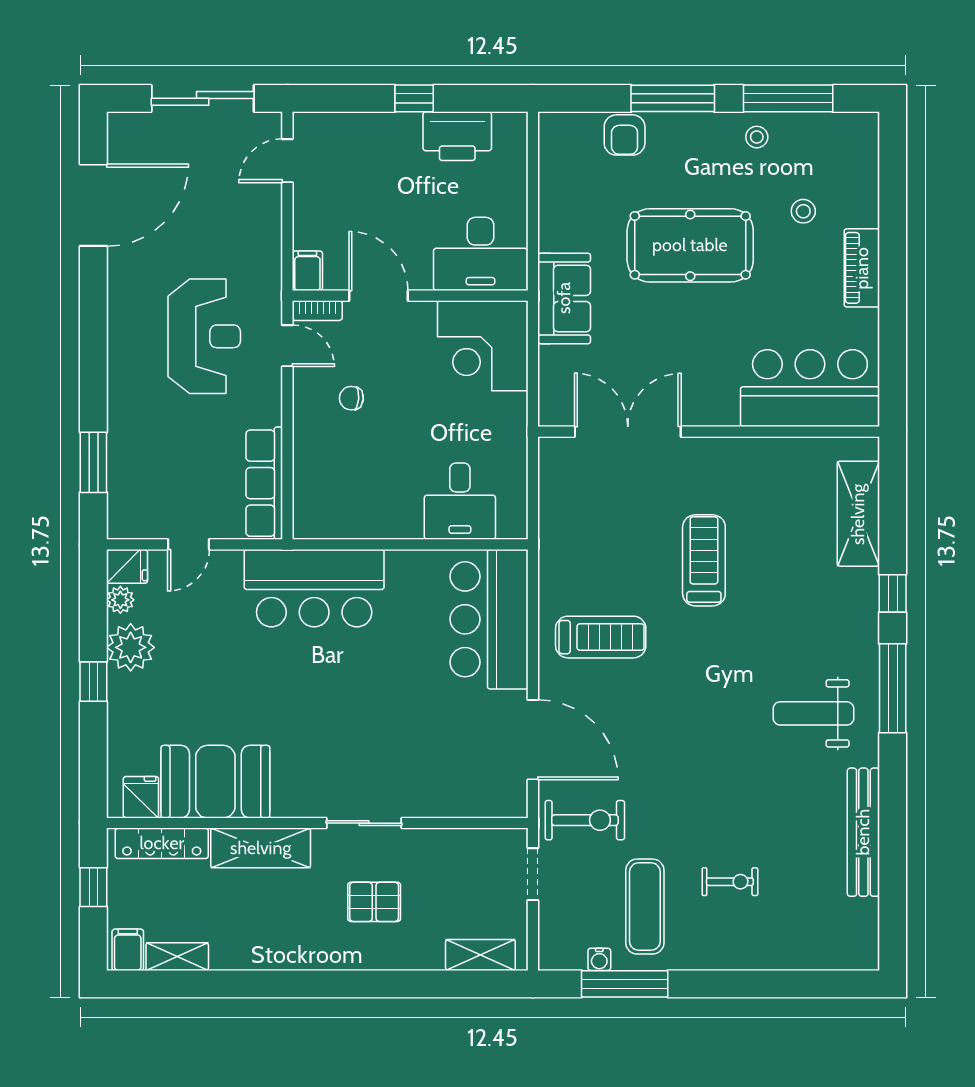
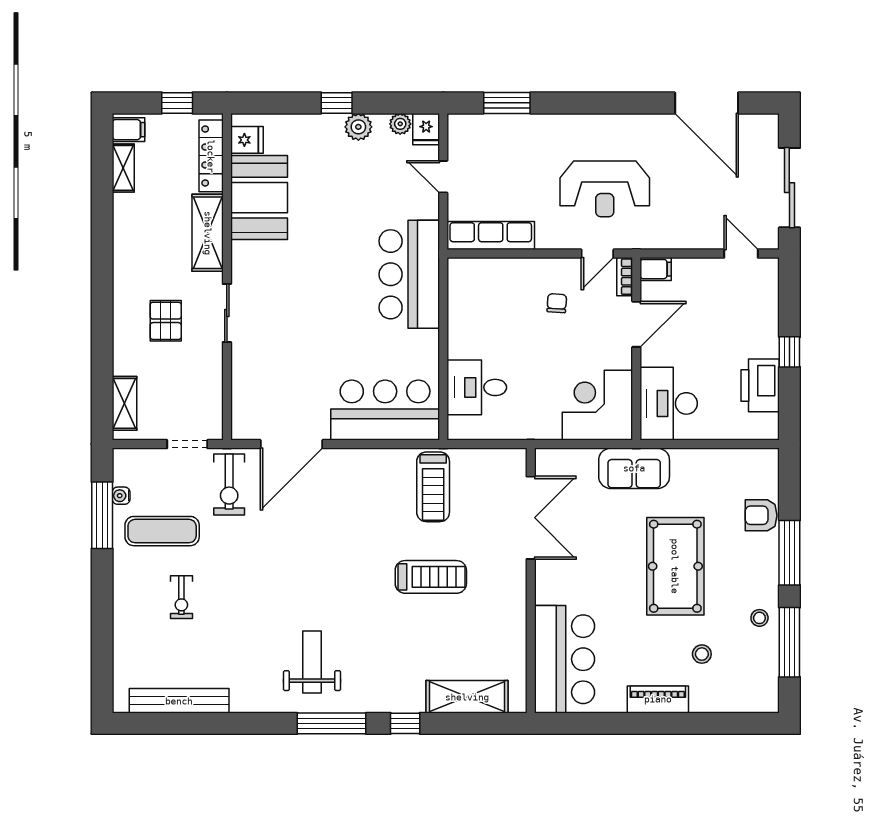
treadmill: (601, 637) -> (433, 487), moved
plant: (131, 647) -> (358, 127), width x0.73, depth x0.73
bench: (863, 832) -> (179, 701), moved

